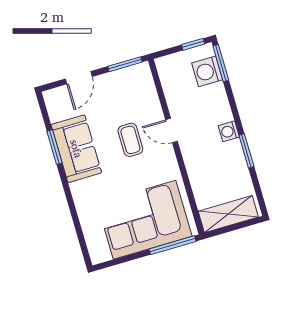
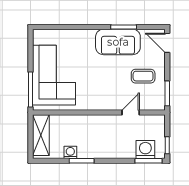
door: (79, 78) -> (167, 43), moved
door: (171, 130) -> (131, 112), moved
washing machine: (229, 131) -> (70, 152), moved
coffee table: (130, 140) -> (143, 76), moved

